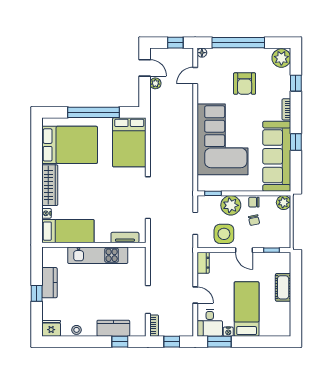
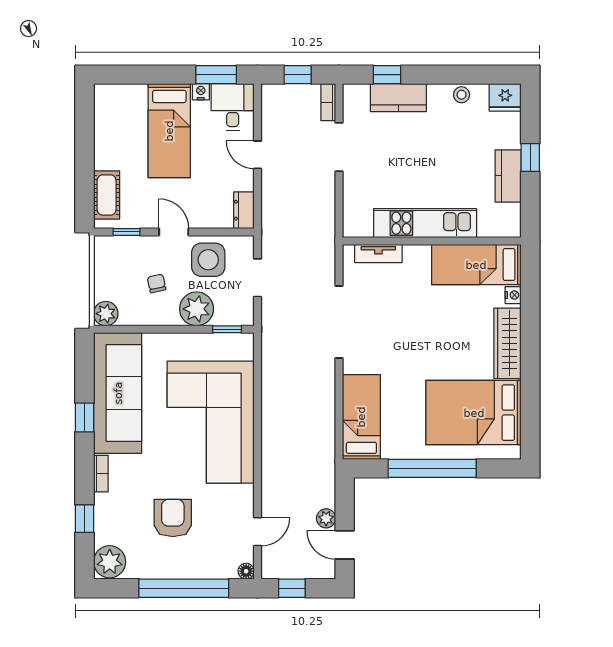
bed: (129, 142) -> (361, 417), width x0.67
chair: (254, 202) -> (157, 314), removed
cot: (283, 287) -> (107, 195), moved

